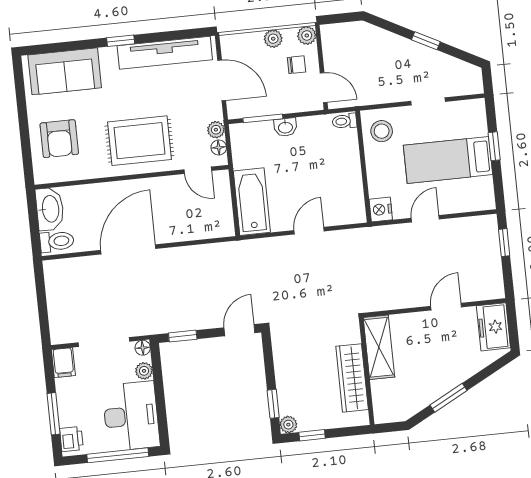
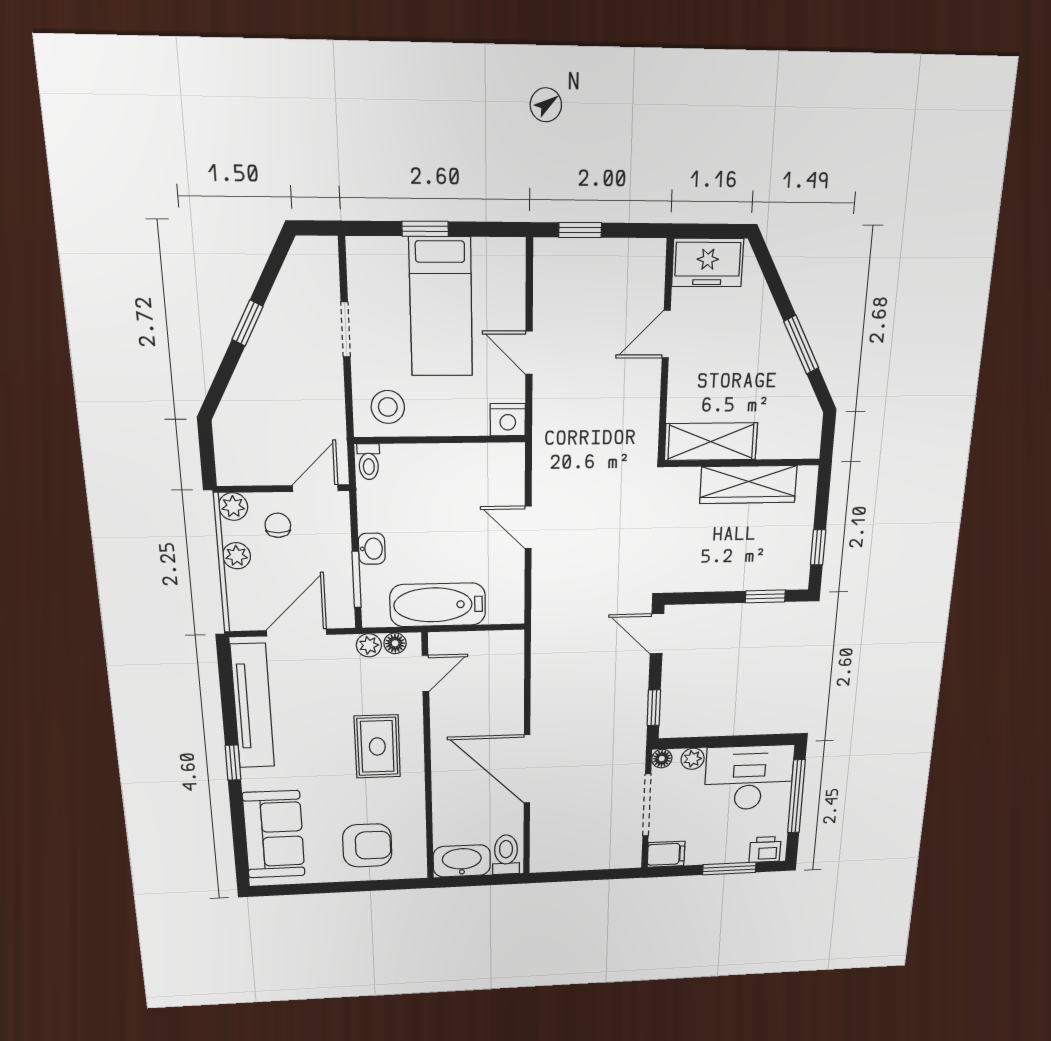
rug: (139, 141) -> (377, 746), width x0.73, depth x0.70
bathtub: (252, 202) -> (438, 605), moved
door: (446, 307) -> (666, 334), hinge flipped
plant: (288, 425) -> (797, 578), removed

